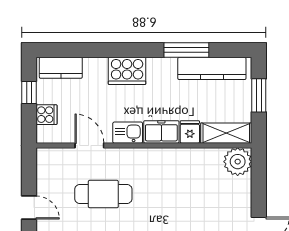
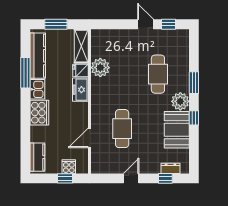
window: (29, 93) -> (65, 178), moved
kitchen sink: (128, 133) -> (37, 89), moved, turned 180
plant: (238, 162) -> (100, 68), moved

